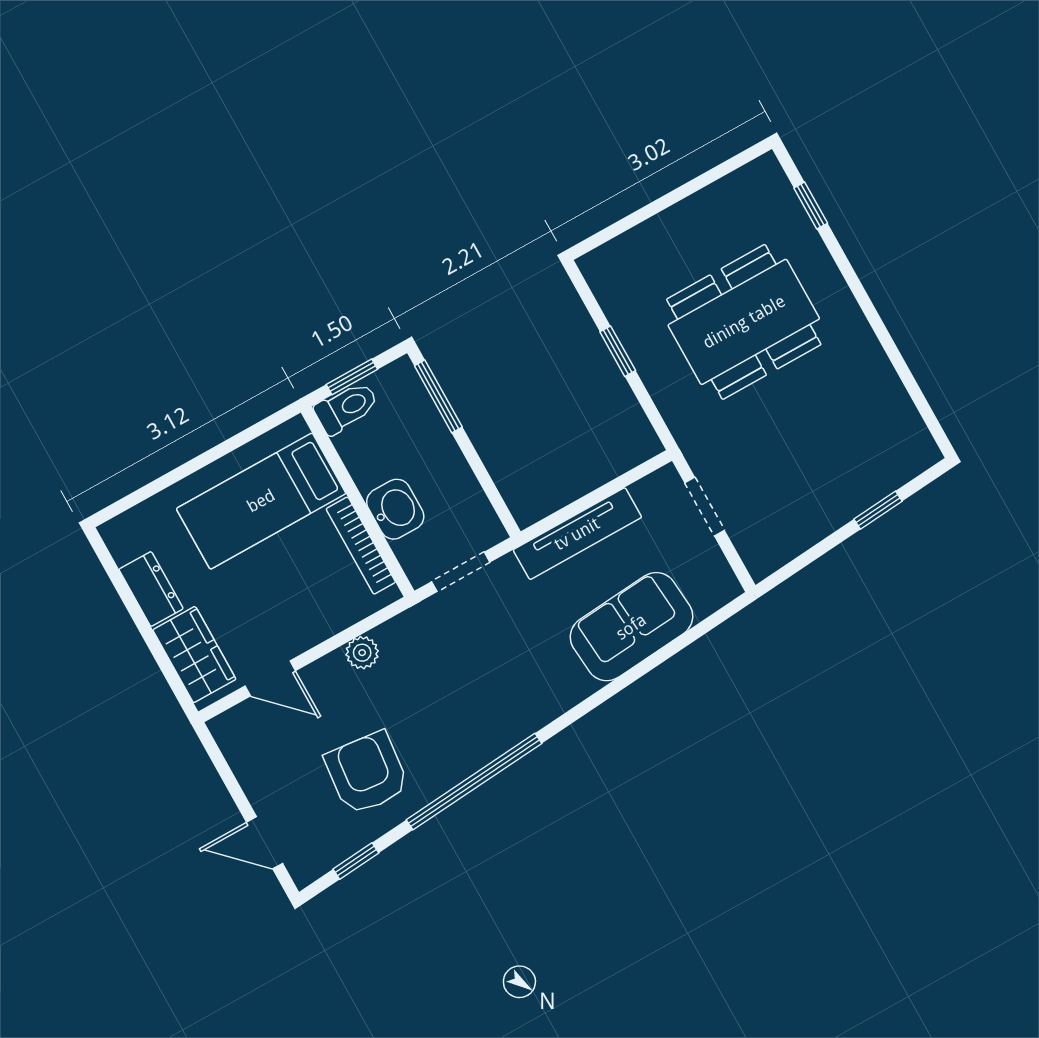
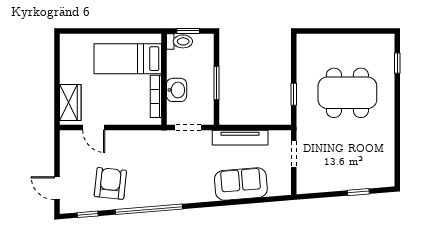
window: (618, 351) -> (294, 94), moved
window: (438, 396) -> (217, 83), moved
dresser: (151, 589) -> (68, 69), removed
plant: (362, 653) -> (134, 137), removed

